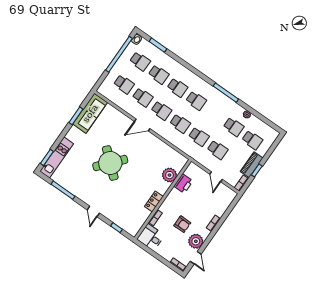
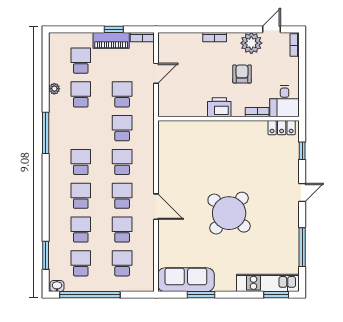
plant: (169, 175) -> (193, 131), removed
printer: (183, 184) -> (219, 107), moved
locker: (154, 201) -> (282, 128), moved

